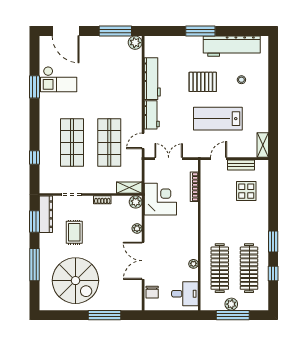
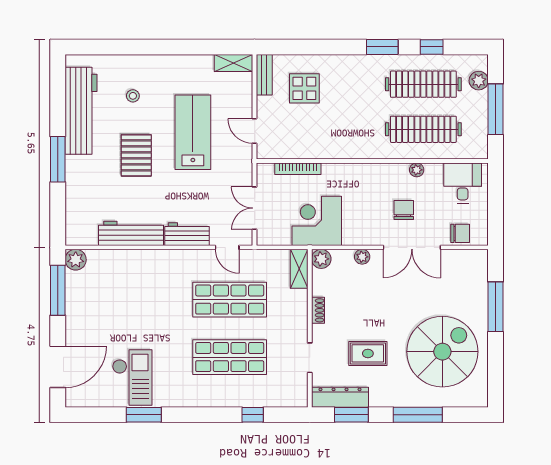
lab bench: (218, 119) -> (193, 132), turned 180
bench: (241, 165) -> (264, 75), moved
chair: (167, 255) -> (404, 210), added
plant: (231, 304) -> (479, 81), moved

